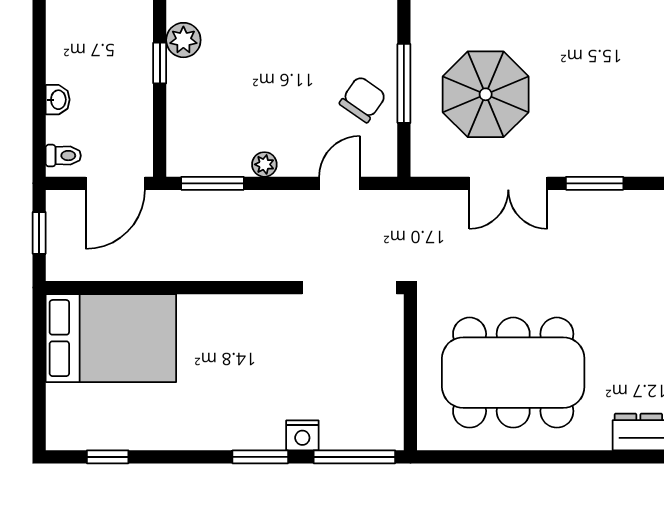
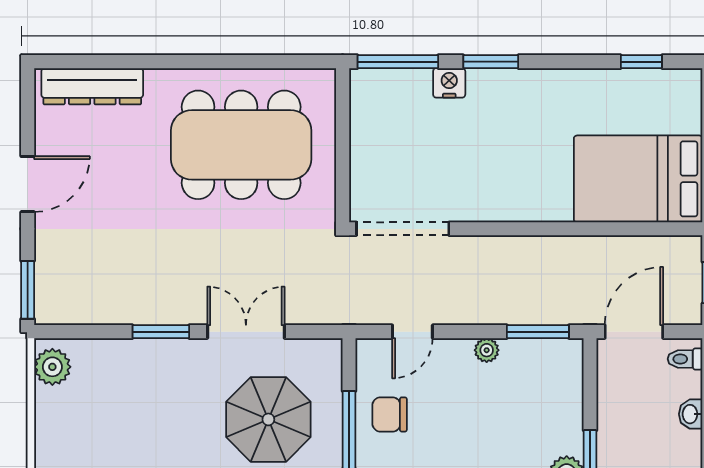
chair: (363, 99) -> (390, 414), turned 55

